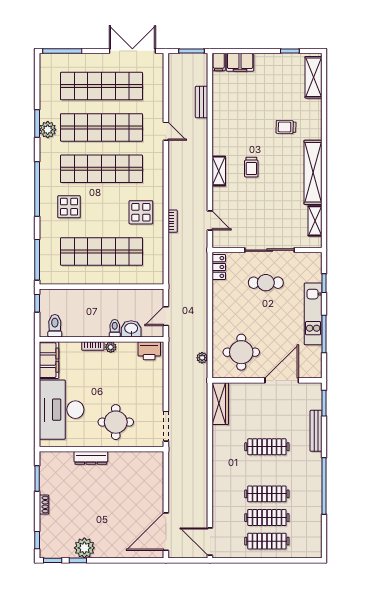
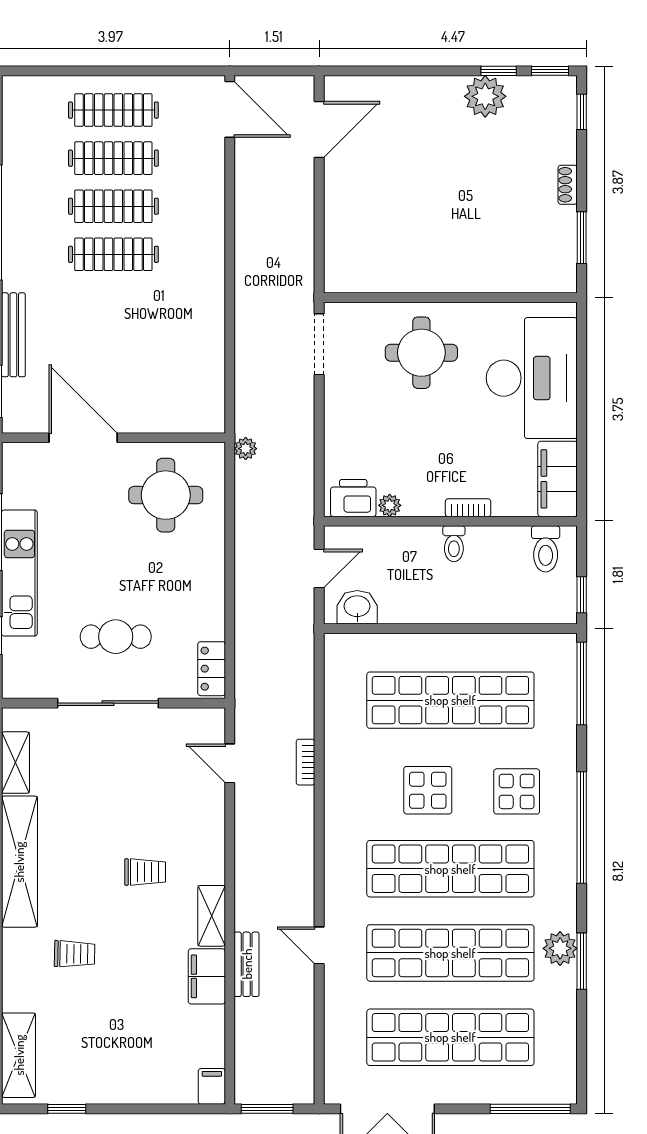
filing cabinet: (240, 62) -> (207, 976), moved, turned -90
bench: (202, 102) -> (247, 964), moved
trolley: (251, 167) -> (145, 872), turned 90
shelving: (219, 171) -> (212, 916), moved
display table: (141, 212) -> (428, 790), moved
toilet: (115, 328) -> (454, 544), moved
washbasin: (131, 329) -> (357, 607), moved, turned 180
plant: (111, 347) -> (390, 505), moved
plant: (202, 358) -> (246, 449), moved
door: (282, 380) -> (83, 438), swing flipped
wardrobe: (220, 404) -> (209, 390), removed
clothes rail: (267, 447) -> (113, 254), moved
dresser: (91, 458) -> (472, 280), removed
door: (166, 532) -> (319, 130), width x0.73

